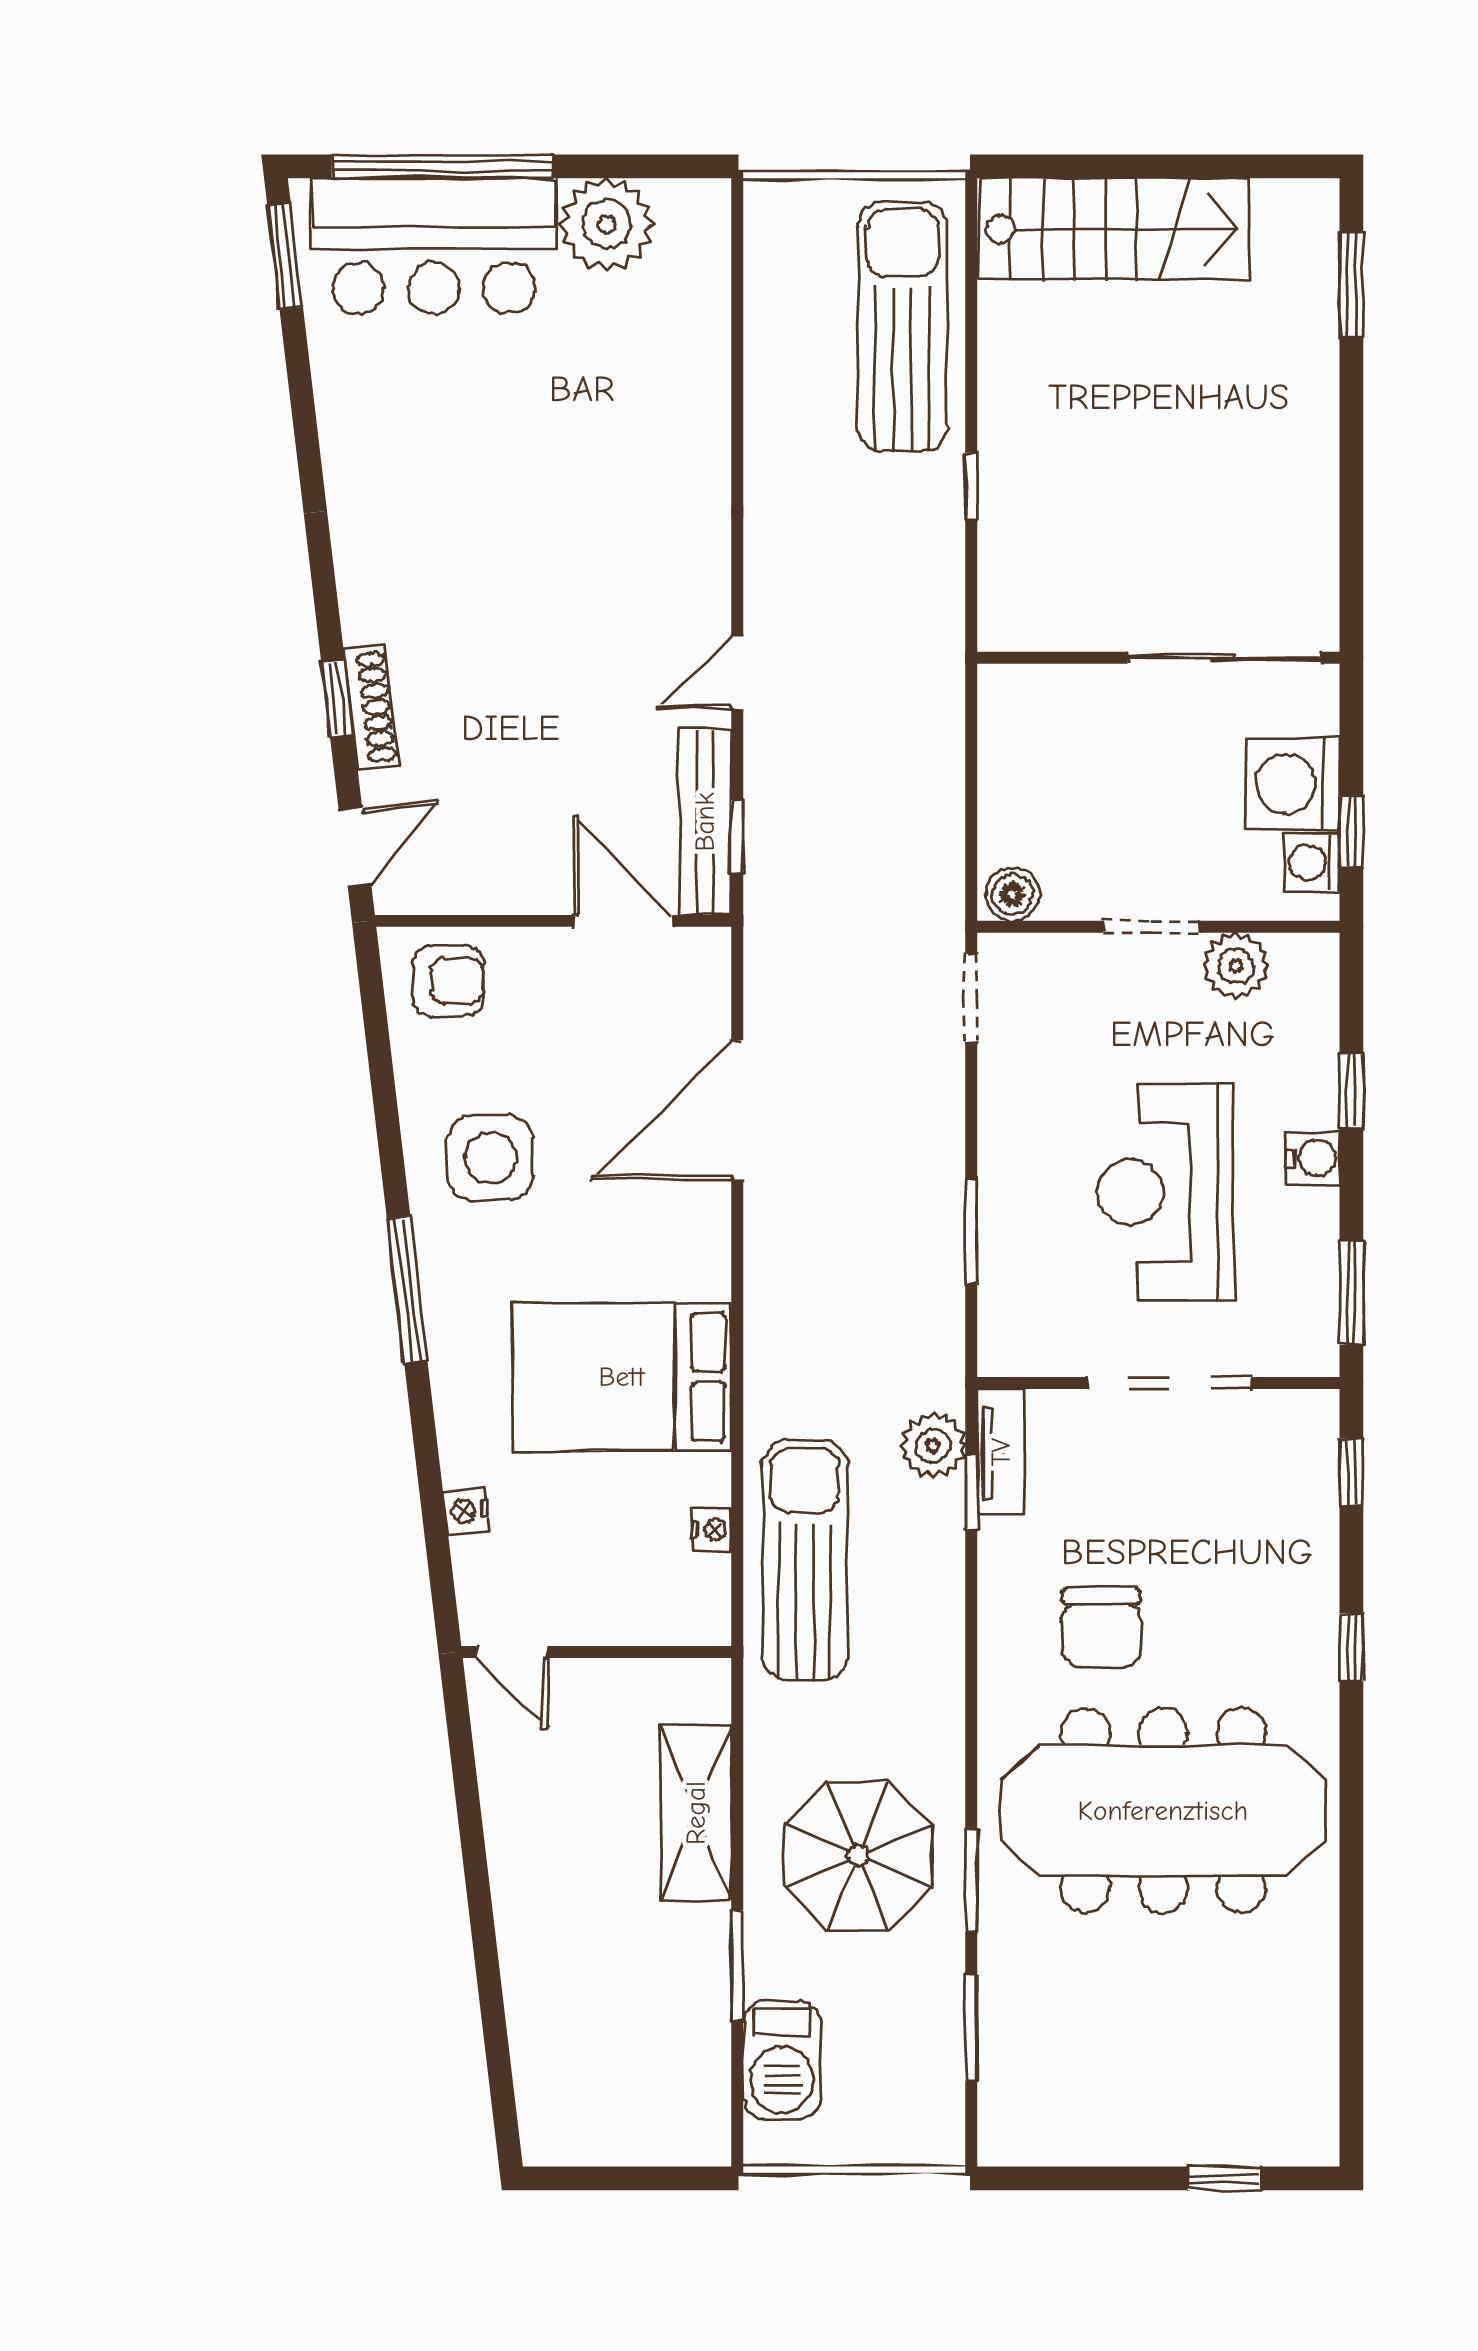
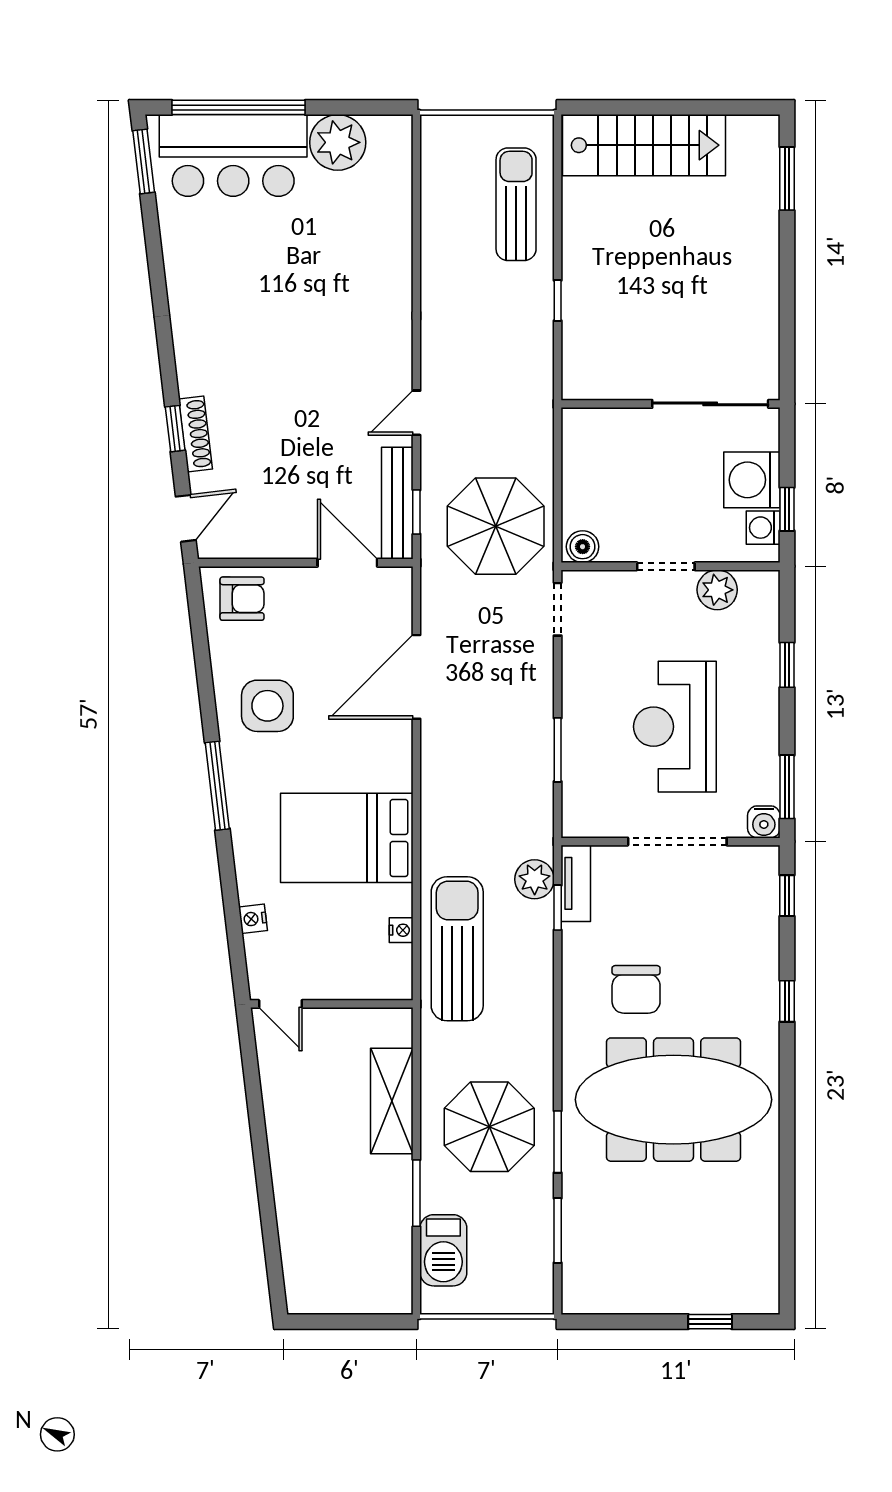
sun lounger: (902, 327) -> (516, 204), width x0.73, depth x0.75
parasol: (869, 860) -> (496, 526), added
water cooler: (1313, 1158) -> (764, 822), moved, turned 90

